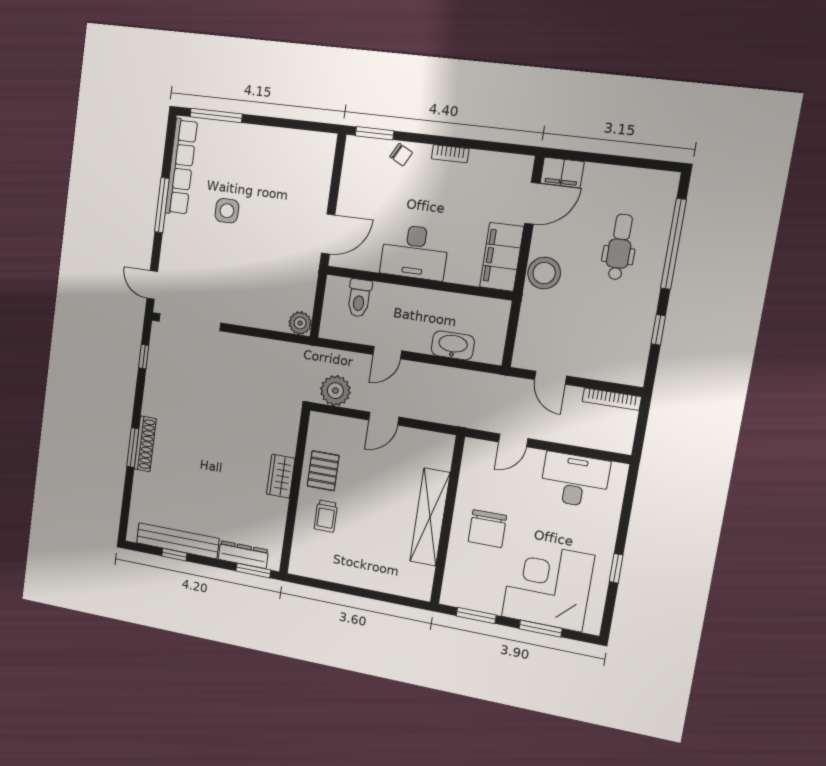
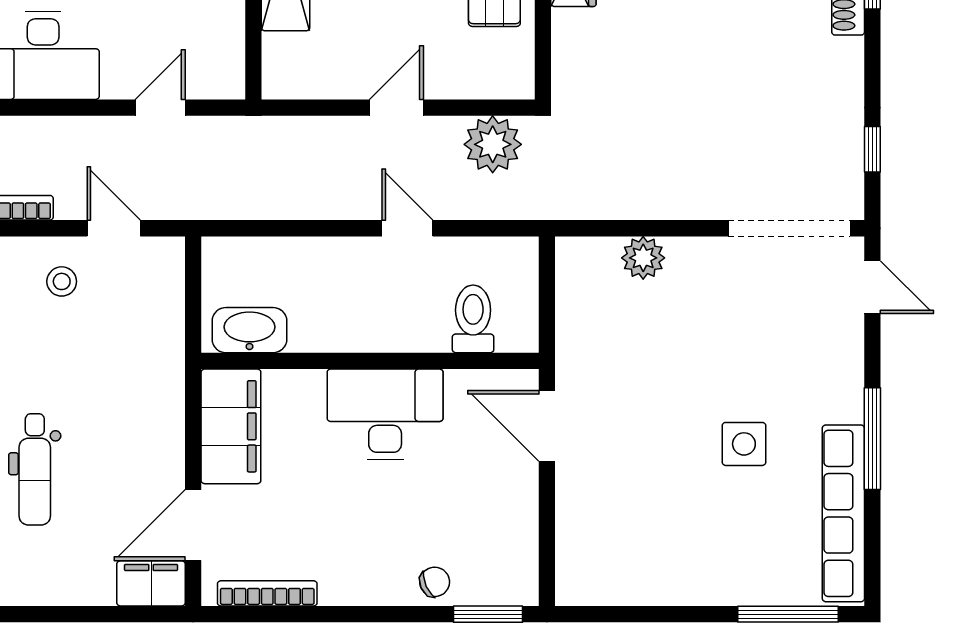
bookcase: (450, 154) -> (267, 593), moved, width x1.56
chair: (401, 155) -> (435, 582), turned 128
door: (328, 234) -> (547, 426), hinge flipped
stool: (544, 273) -> (62, 281), moved, width x0.53, depth x0.53
plant: (300, 323) -> (643, 258), moved
washbasin: (453, 345) -> (249, 330), moved, turned 180
door: (387, 353) -> (407, 228), hinge flipped

